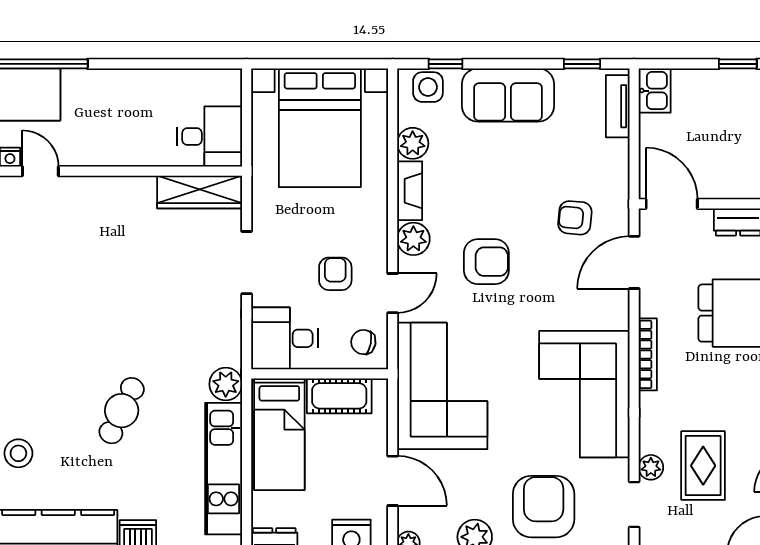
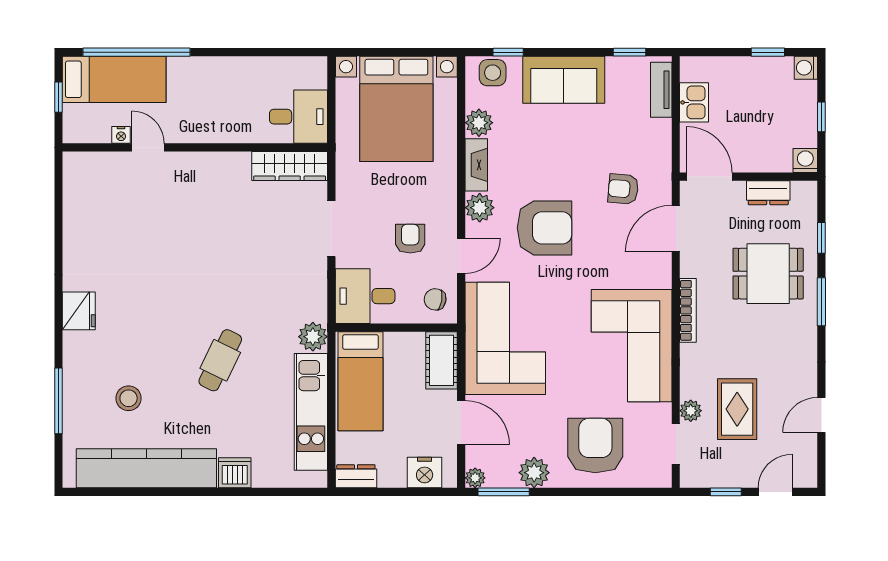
kitchen sink: (655, 91) -> (694, 102), moved
armchair: (486, 262) -> (544, 228), width x1.36, depth x1.36
cot: (339, 396) -> (442, 360), moved, turned 90

